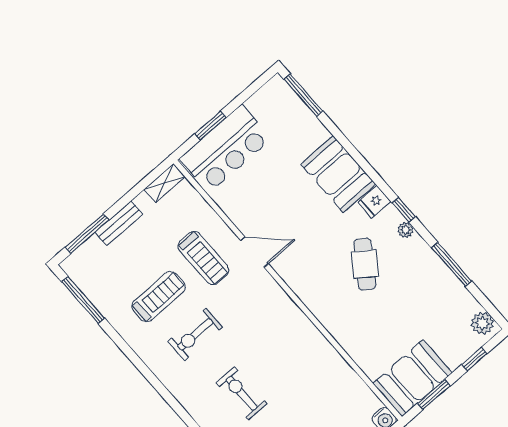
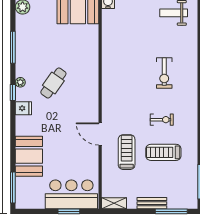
booth: (338, 174) -> (29, 156), moved
exercise bike: (195, 334) -> (162, 120), width x0.73, depth x0.72

